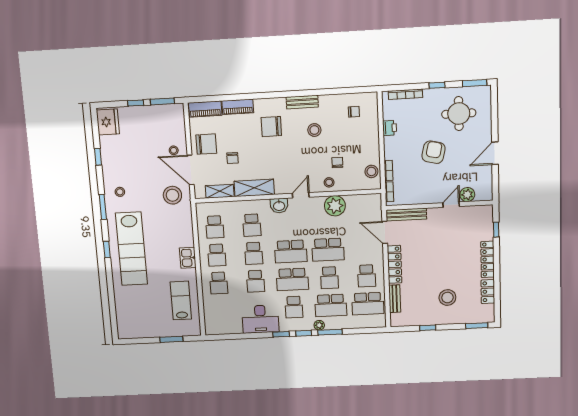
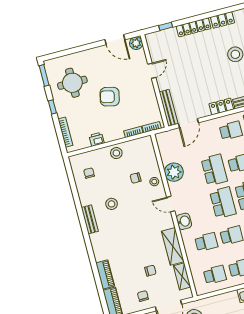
chair: (271, 127) -> (116, 242), removed
chair: (206, 144) -> (143, 296), width x0.54, depth x0.54
door: (495, 153) -> (115, 40), moved
stool: (371, 171) -> (116, 153), moved
plant: (467, 195) -> (136, 43), moved
door: (451, 205) -> (152, 71), swing flipped
locker: (395, 264) -> (221, 107), width x0.66

